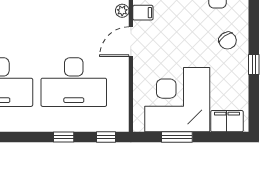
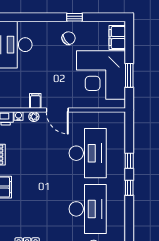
chair: (228, 41) -> (69, 38), moved
window: (106, 137) -> (129, 188), moved

